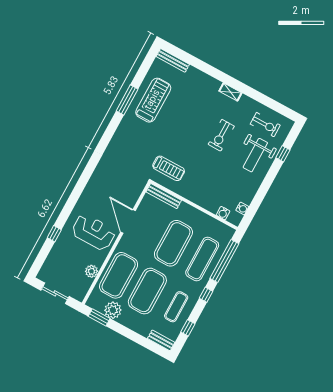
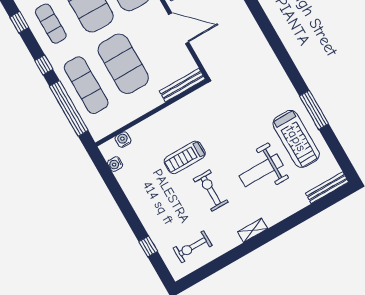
weight bench: (255, 155) -> (261, 170), moved, turned -90
treadmill: (169, 168) -> (185, 157), moved

